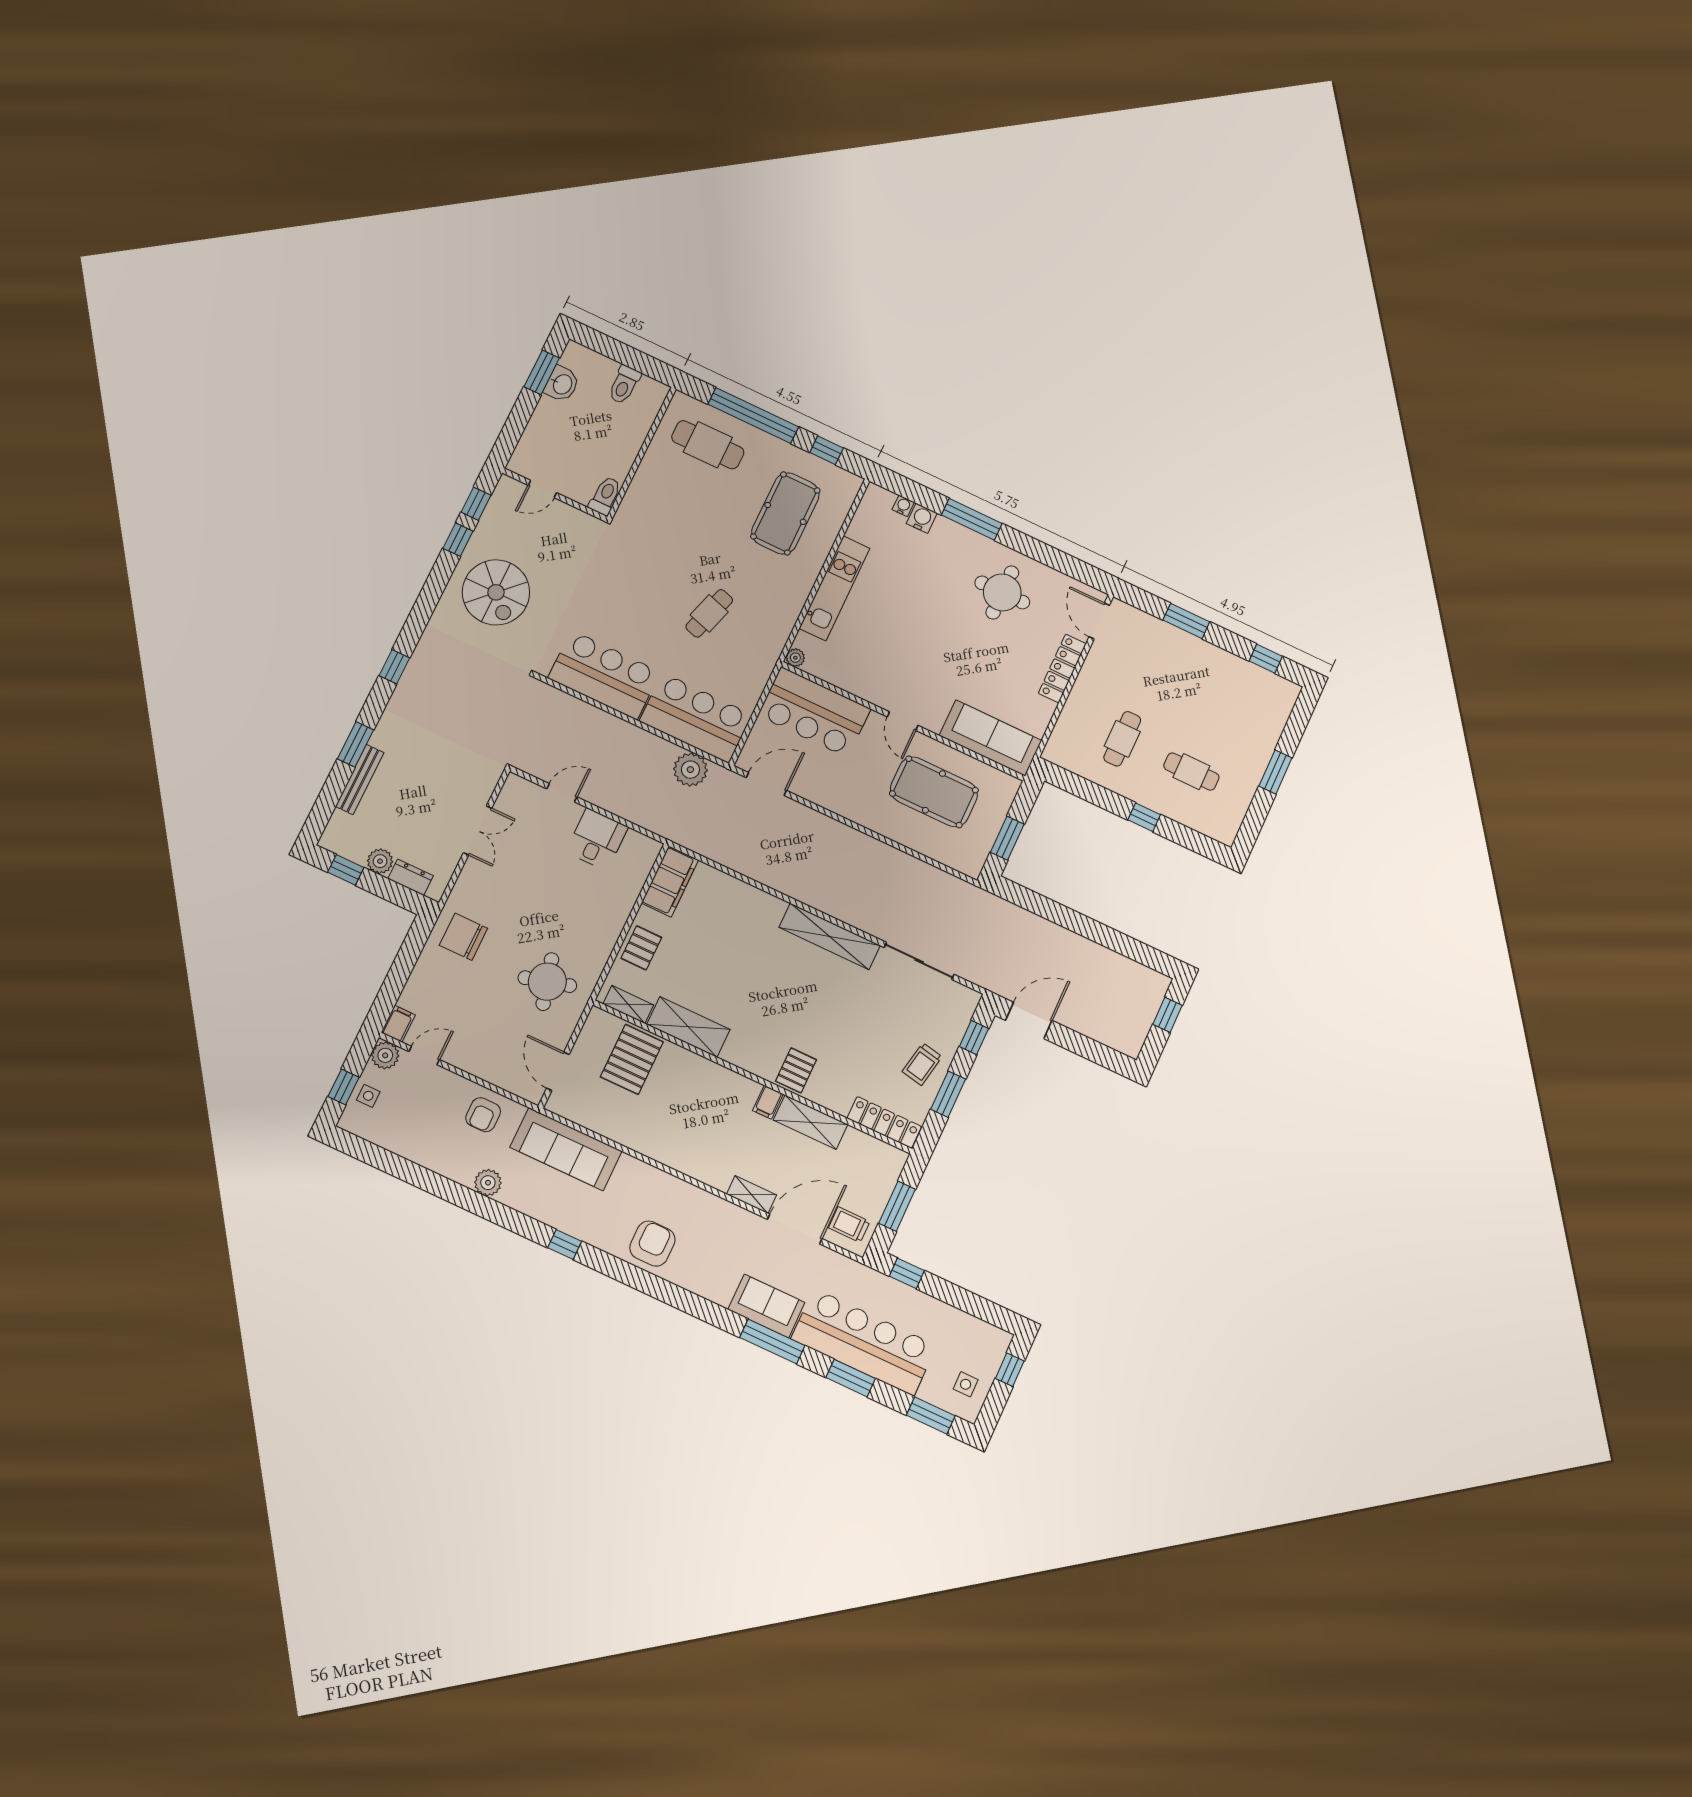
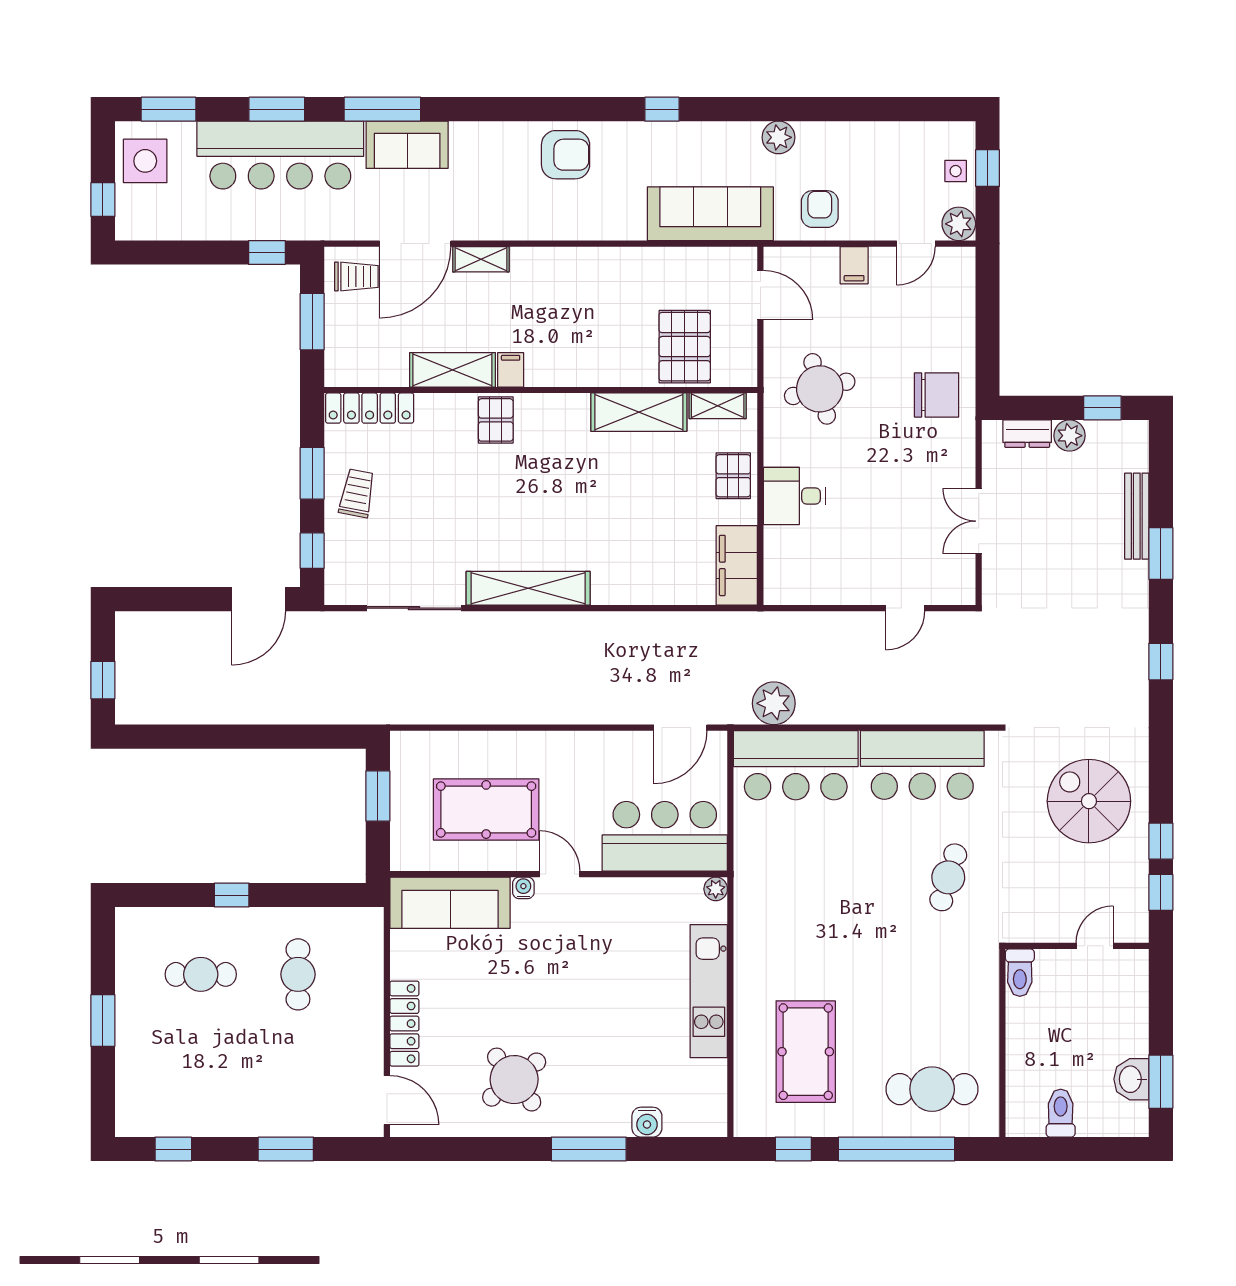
water cooler: (903, 506) -> (523, 888), moved, turned 180
round table: (1002, 592) -> (514, 1080), turned -38
cafe table: (709, 613) -> (948, 877), moved
desk: (597, 839) -> (794, 496), moved, turned 90
filing cabinet: (398, 1024) -> (854, 265), moved
armchair: (652, 1244) -> (566, 155), turned -90
side table: (966, 1384) -> (145, 161), width x1.87, depth x1.87

